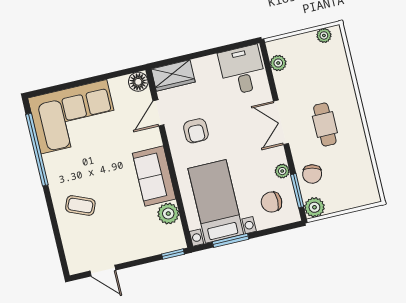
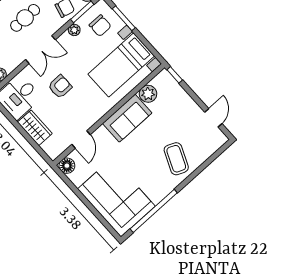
wardrobe: (173, 76) -> (35, 128), moved
door: (158, 113) -> (81, 139), hinge flipped
armchair: (196, 131) -> (60, 87), moved
coffee table: (80, 205) -> (176, 159), width x1.36, depth x1.30
window: (231, 240) -> (124, 18), moved

